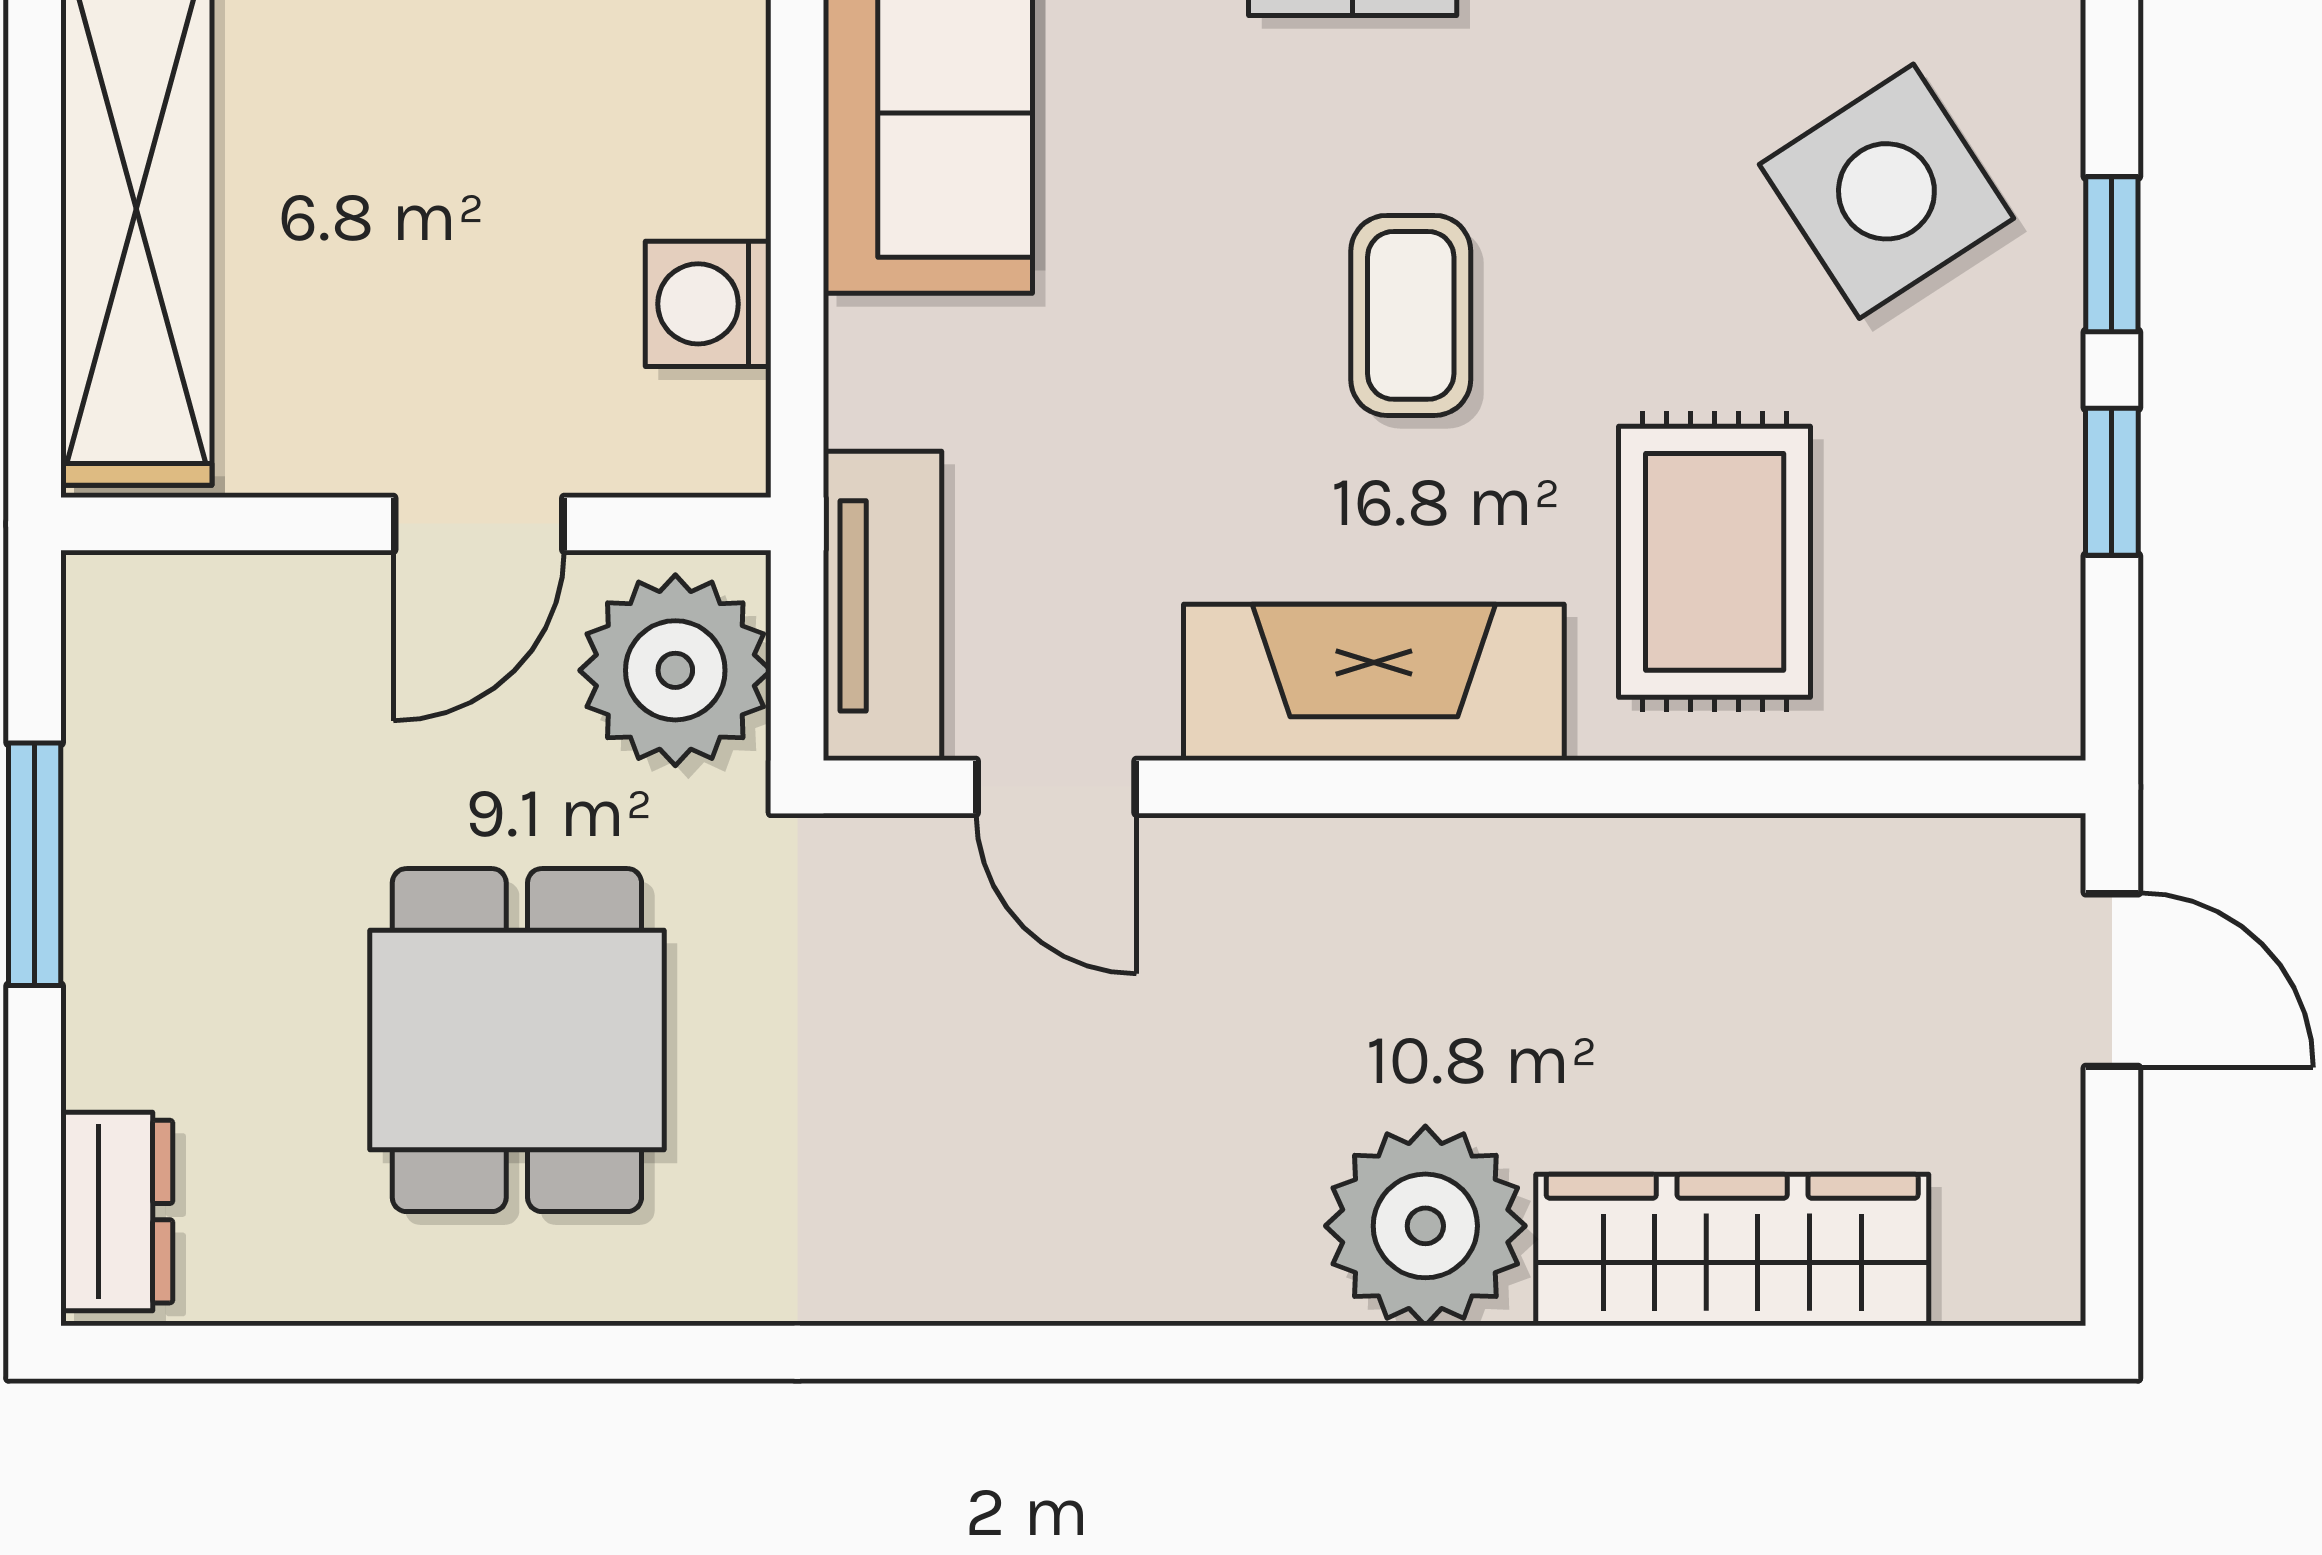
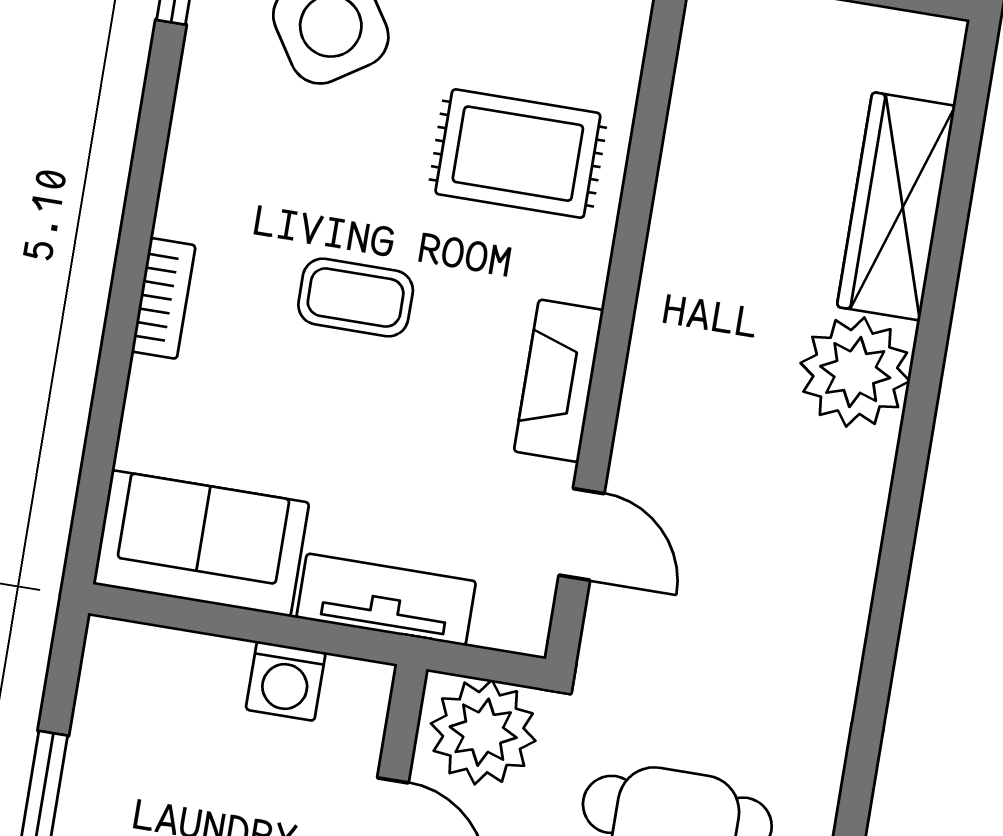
tv unit: (883, 606) -> (386, 600), moved
fireplace: (1374, 682) -> (559, 381), width x0.73, depth x0.76
door: (1056, 787) -> (581, 534), hinge flipped

